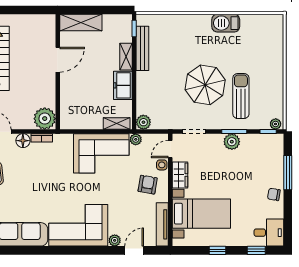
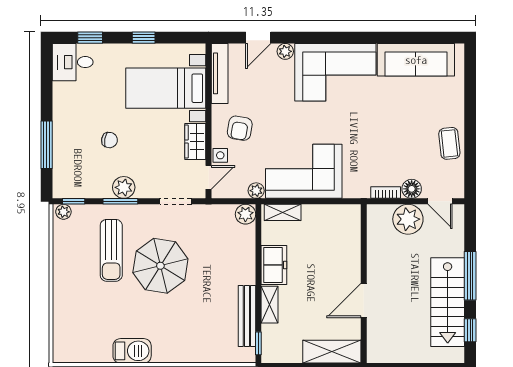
plant: (45, 119) -> (408, 219), moved
chair: (274, 194) -> (109, 140), moved

